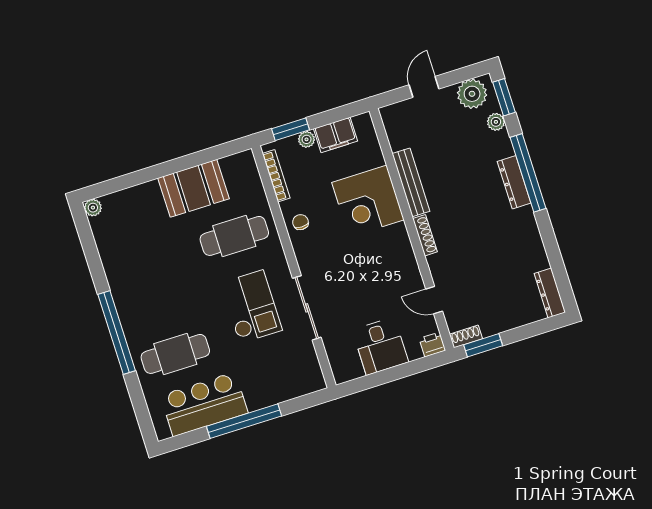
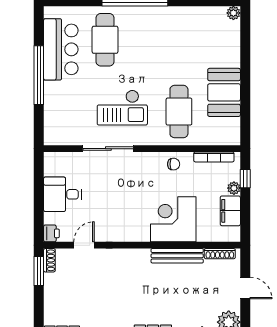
window: (290, 129) -> (245, 179), width x0.67
shoe rack: (425, 235) -> (220, 254), moved

